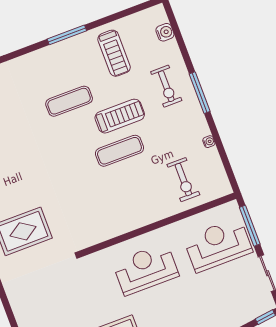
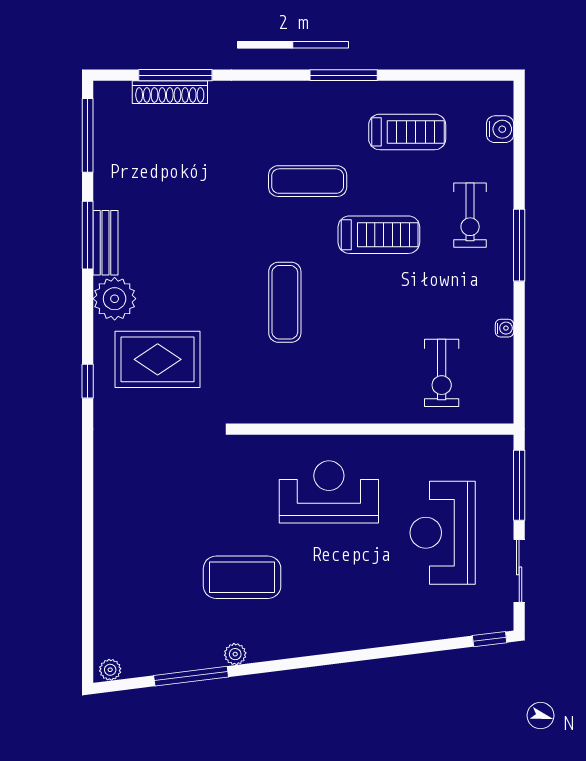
treadmill: (114, 53) -> (407, 132), turned -90
exercise mat: (119, 151) -> (285, 302), moved, turned 90
reception desk: (218, 245) -> (443, 533), moved, turned -90

